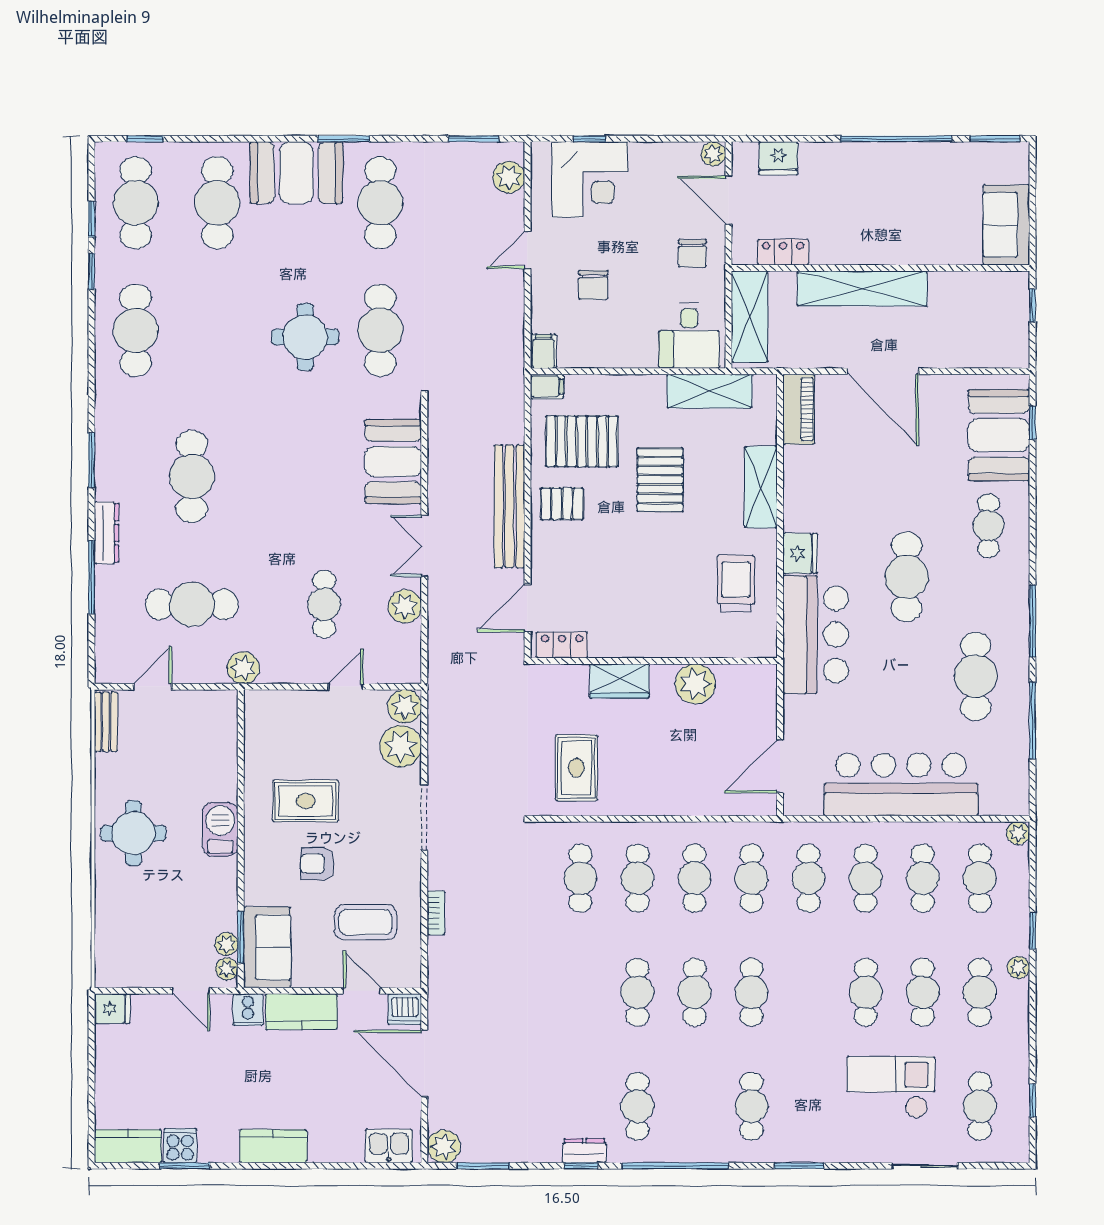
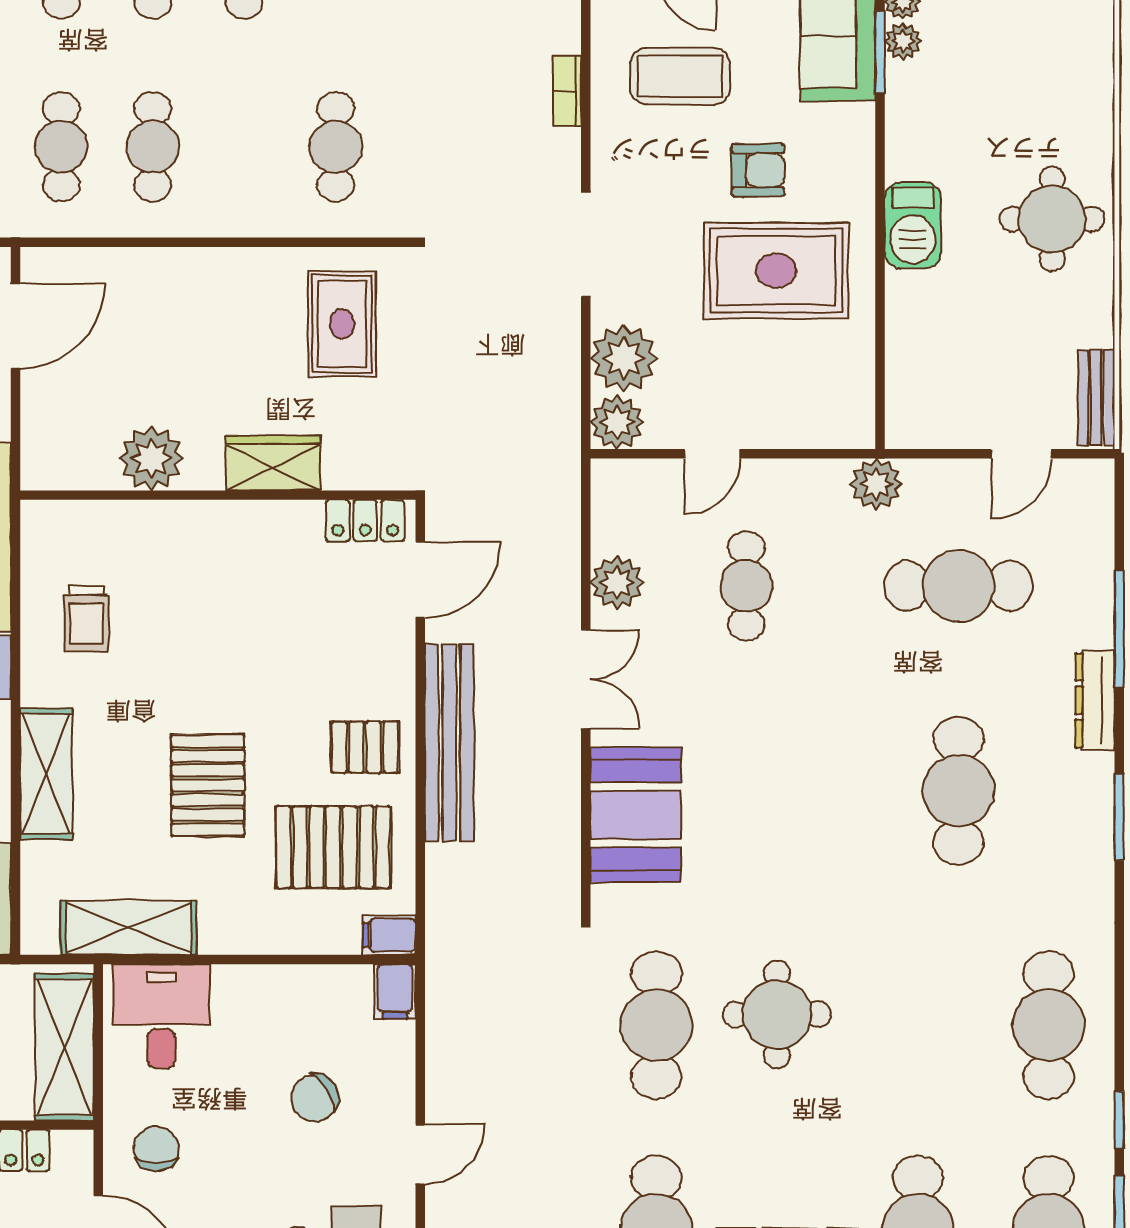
chair: (593, 285) -> (315, 1098), turned -123
trolley: (736, 584) -> (86, 619), width x0.73, depth x0.72
rug: (306, 801) -> (776, 271), width x1.36, depth x1.43
cafe table: (637, 878) -> (244, 147), removed

